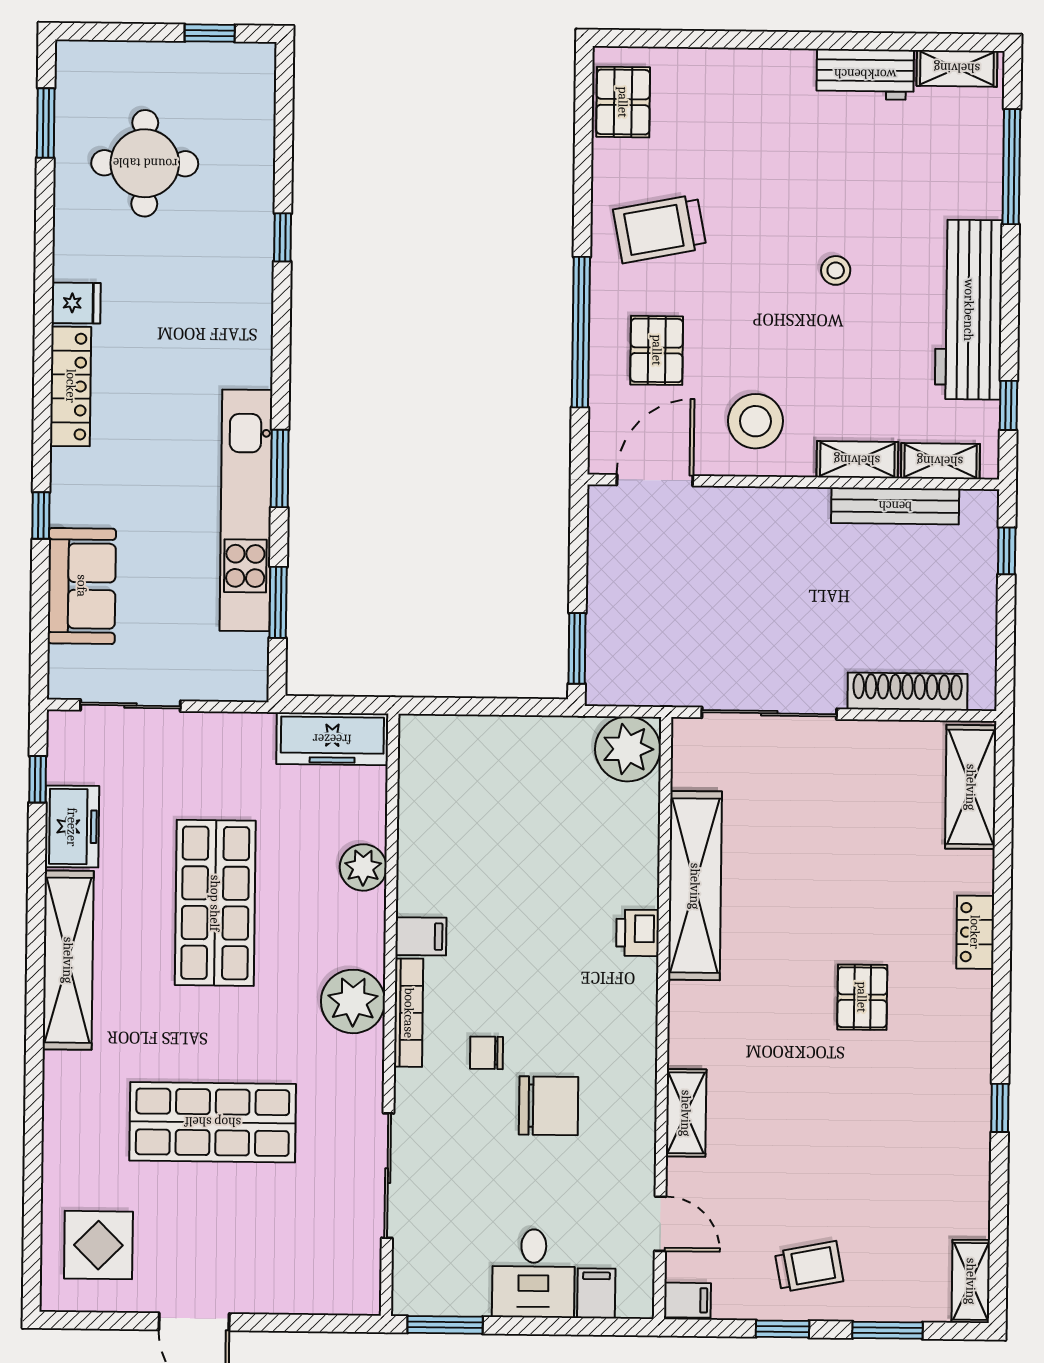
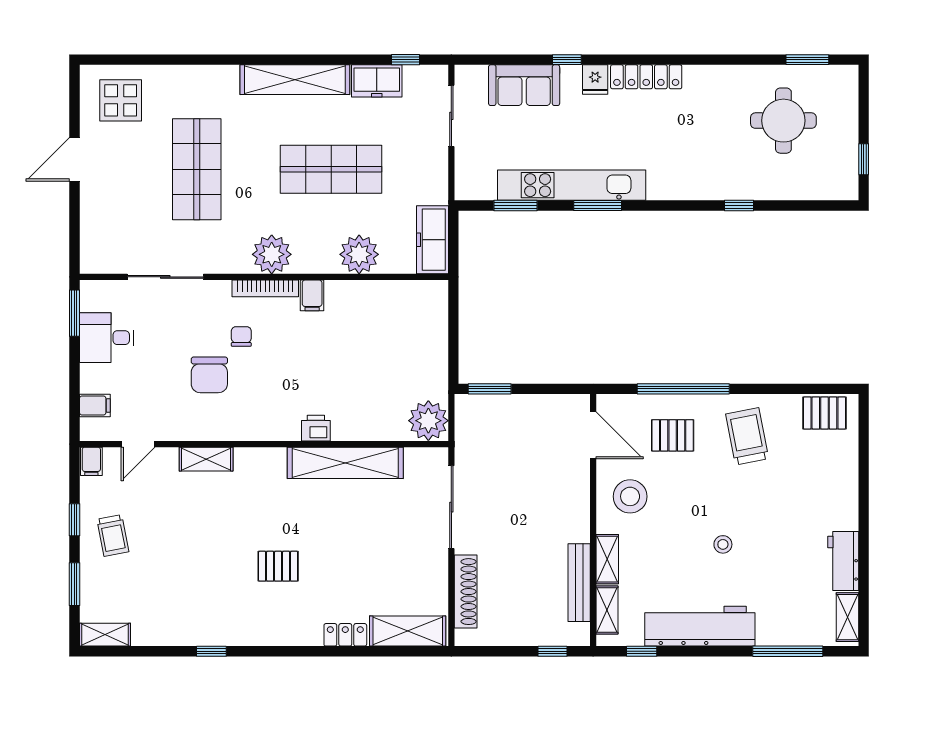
fridge: (76, 303) -> (595, 80), moved
plant: (363, 867) -> (359, 254), width x1.36, depth x1.36
locker: (975, 932) -> (345, 635), moved
desk: (533, 1273) -> (107, 338), moved

